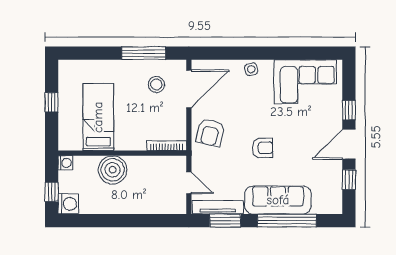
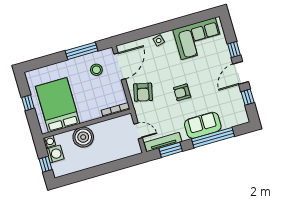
bed: (98, 117) -> (58, 105), width x1.50
armchair: (263, 148) -> (182, 92), turned 180
sofa: (278, 200) -> (203, 125), width x0.73
washing machine: (68, 204) -> (55, 154), moved

